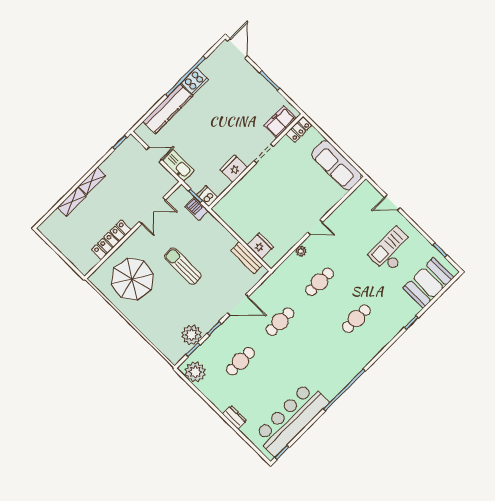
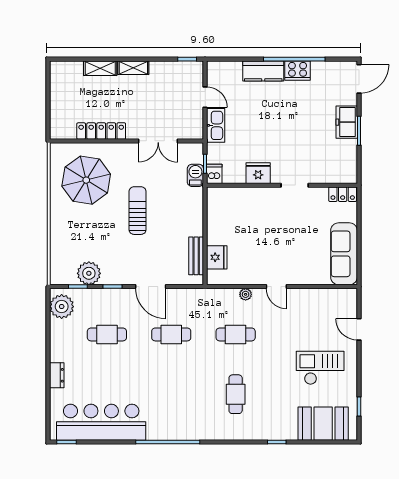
kitchen counter: (168, 109) -> (263, 71), width x0.67
freezer: (280, 122) -> (347, 122), moved, turned -90
cafe table: (356, 319) -> (236, 394), turned 90

